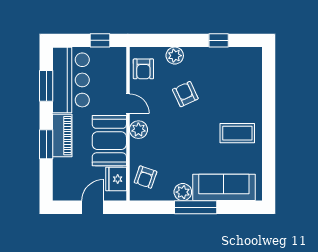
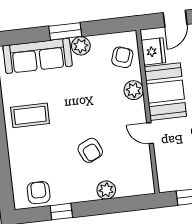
armchair: (143, 69) -> (39, 193), moved
plant: (138, 130) -> (134, 90), moved
window: (196, 207) -> (65, 31), width x0.69

